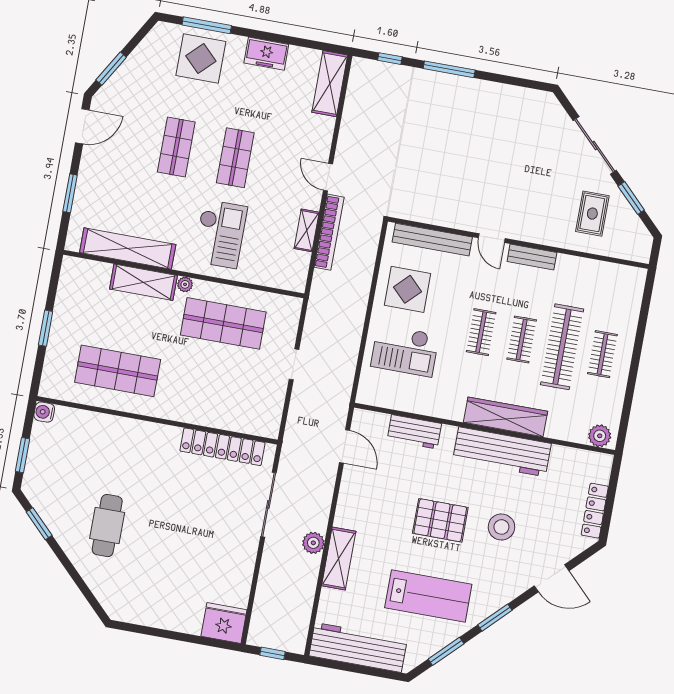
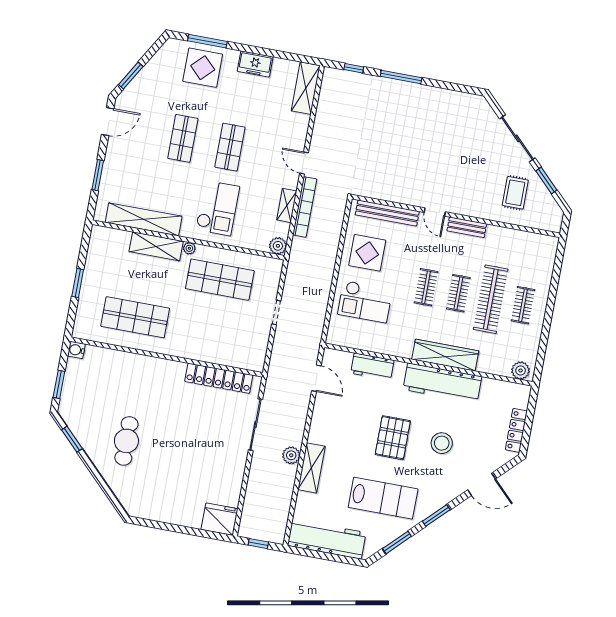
plant: (296, 281) -> (278, 246), added
pallet: (440, 520) -> (393, 438), turned 90

